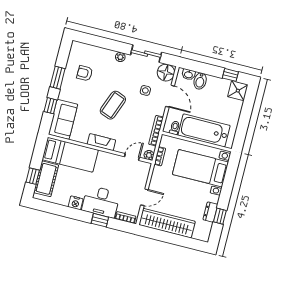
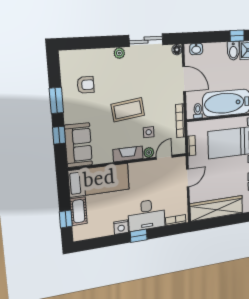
armchair: (85, 73) -> (86, 85), turned 180
floor lamp: (166, 73) -> (177, 50), width x0.53, depth x0.53
bidet: (200, 81) -> (233, 51), moved
side table: (145, 90) -> (149, 132), moved
coffee table: (113, 105) -> (128, 110), turned 62
plant: (149, 155) -> (149, 153), moved
cot: (46, 179) -> (79, 211), width x0.73, depth x0.75
door: (144, 197) -> (188, 178), moved
window: (100, 220) -> (139, 236), moved

